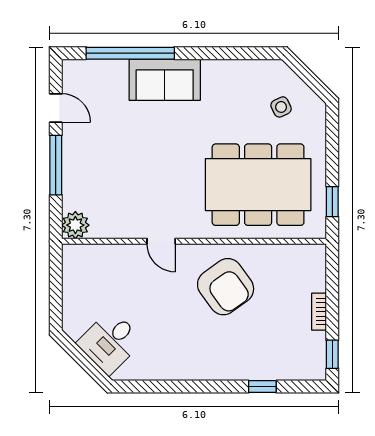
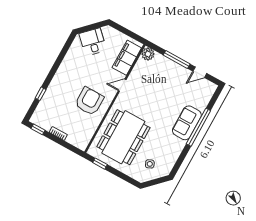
window: (130, 53) -> (198, 127), moved
filing cabinet: (104, 261) -> (127, 58), added
armchair: (226, 287) -> (89, 101), turned 126

